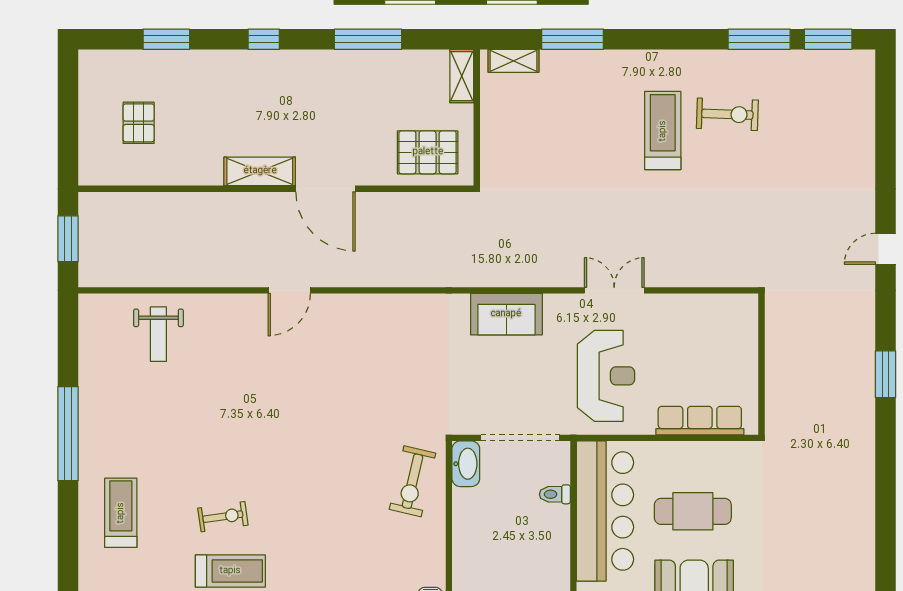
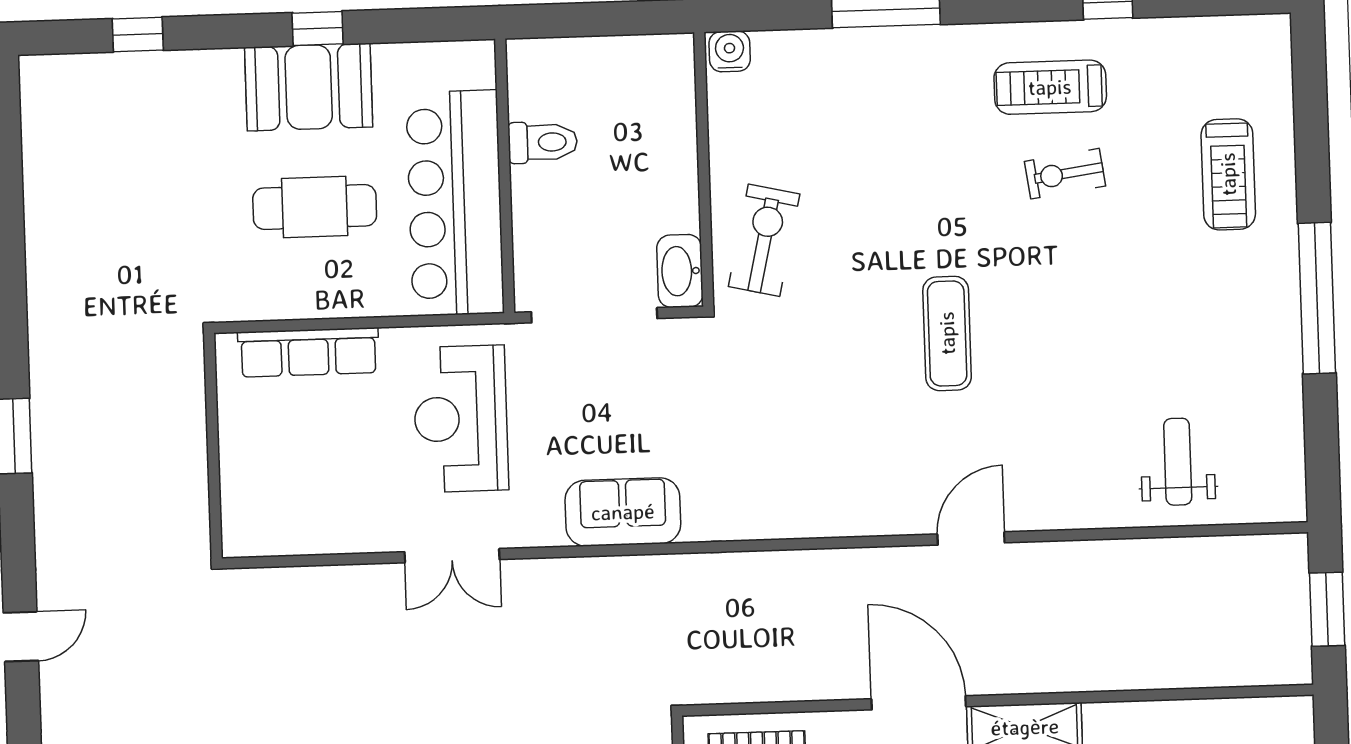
exercise mat: (300, 419) -> (947, 333), added
toilet: (555, 494) -> (543, 142), moved, width x1.37, depth x1.39

